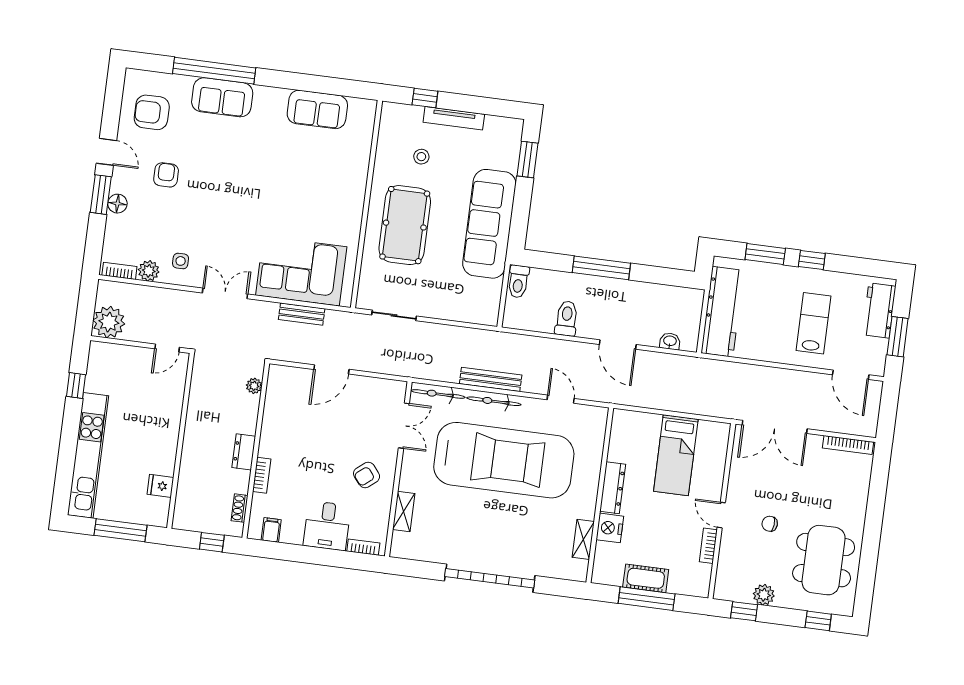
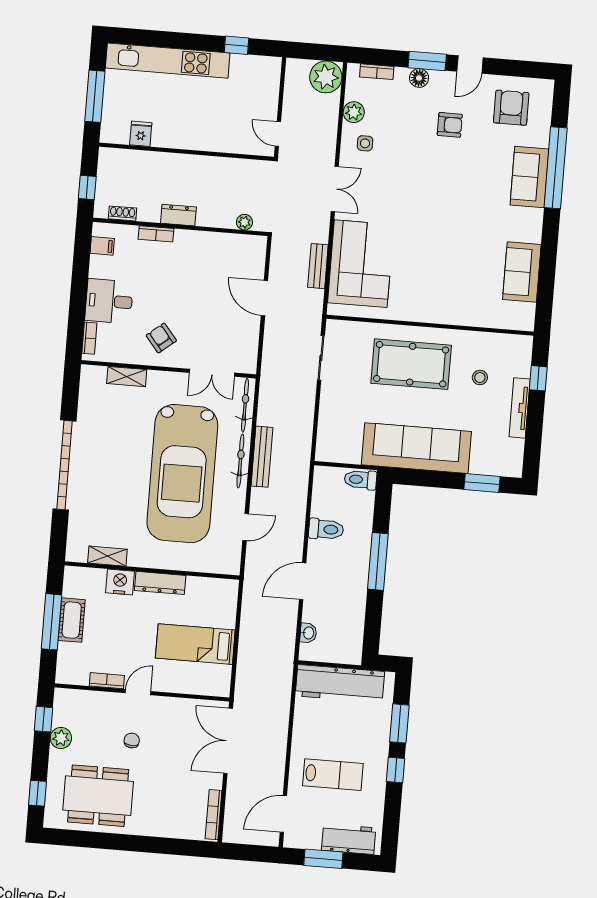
bookcase: (119, 271) -> (377, 72), moved, turned 90
plant: (109, 322) -> (326, 77), moved

